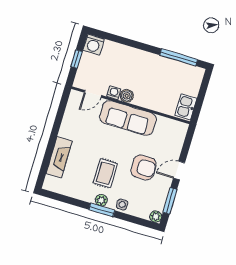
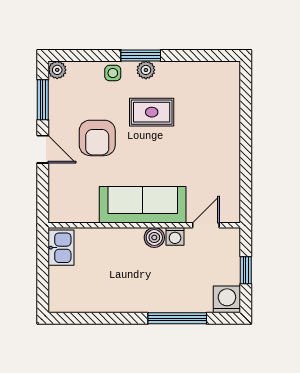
window: (179, 57) -> (177, 318), moved
fireplace: (59, 157) -> (228, 116), removed
armchair: (144, 167) -> (97, 138), turned -90
door: (179, 170) -> (43, 149), hinge flipped
rug: (105, 173) -> (152, 112), turned 90

